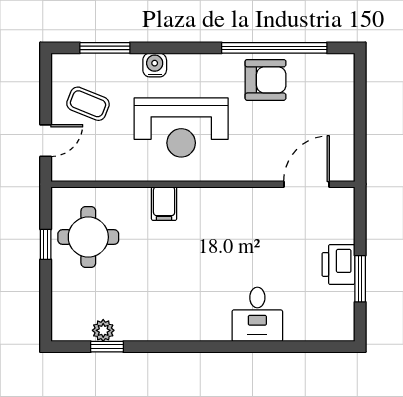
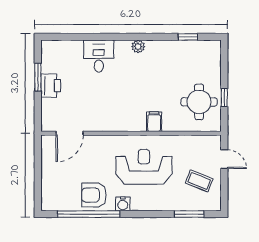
water cooler: (155, 65) -> (123, 204), moved
door: (46, 141) -> (224, 159), swing flipped
plant: (103, 330) -> (138, 47), moved

